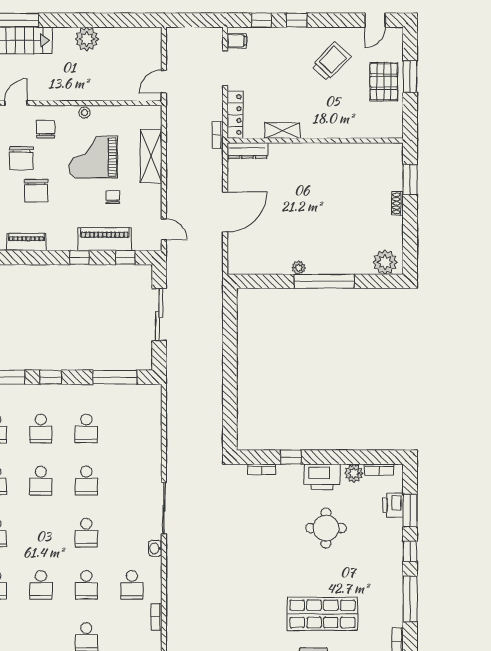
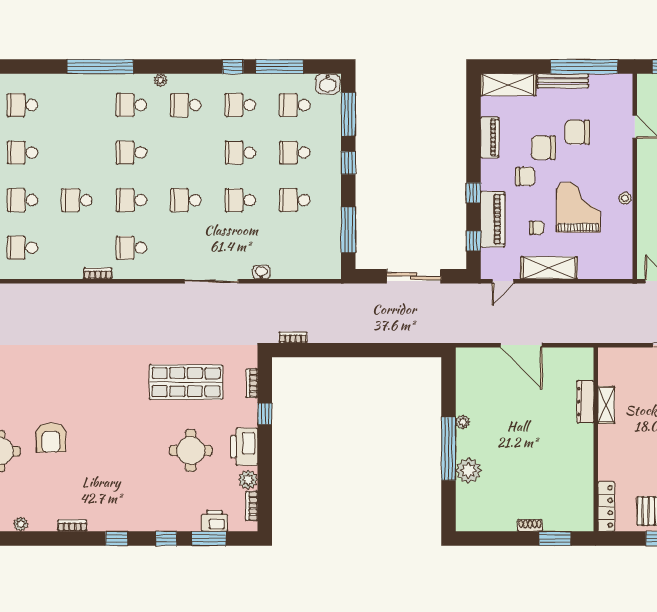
locker: (235, 115) -> (606, 506), moved, turned -90
chair: (45, 129) -> (525, 176), moved
bookcase: (218, 135) -> (293, 337), moved
dresser: (247, 151) -> (585, 402), moved
shelving: (151, 156) -> (549, 268), moved
plant: (385, 262) -> (469, 471), moved
washbasin: (155, 548) -> (261, 272), moved
window: (410, 599) -> (117, 538), width x0.46
shop shelf: (322, 614) -> (186, 382), moved, turned 90

